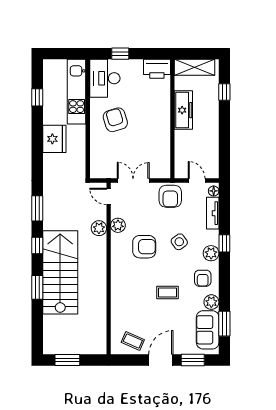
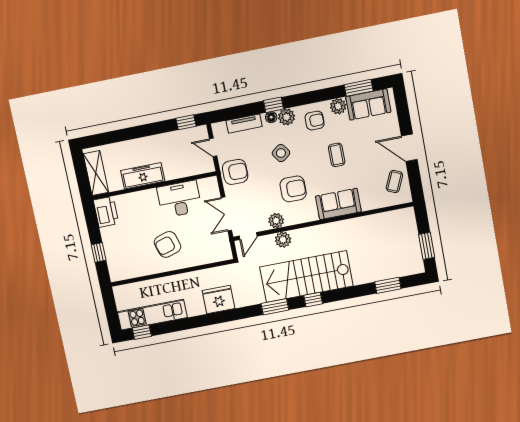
desk: (105, 78) -> (179, 199), moved, turned 180
kitchen unit: (77, 92) -> (152, 315), moved, turned 180
window: (224, 92) -> (186, 122), moved
window: (37, 97) -> (142, 332), moved
fridge: (54, 139) -> (219, 299), moved
door: (197, 180) -> (213, 147), hinge flipped
floor lamp: (214, 191) -> (271, 117), moved
armchair: (144, 247) -> (293, 189), turned 90
stairs: (60, 272) -> (306, 276), moved
sofa: (122, 286) -> (338, 204), added
window: (37, 287) -> (388, 285), moved
window: (193, 360) -> (403, 114), removed

